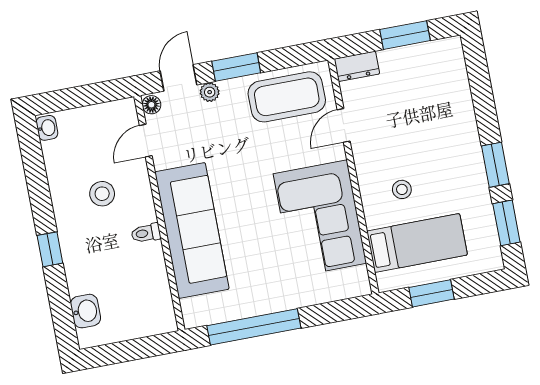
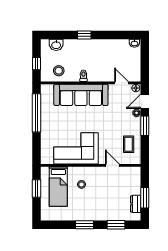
dresser: (357, 66) -> (136, 204), moved
door: (179, 78) -> (145, 101), swing flipped
coffee table: (287, 97) -> (129, 144), width x0.54, depth x0.58
stool: (102, 194) -> (59, 71), moved
window: (506, 223) -> (116, 225), moved
window: (138, 349) -> (36, 64), added

